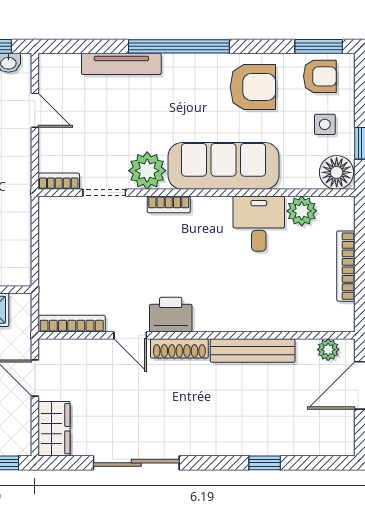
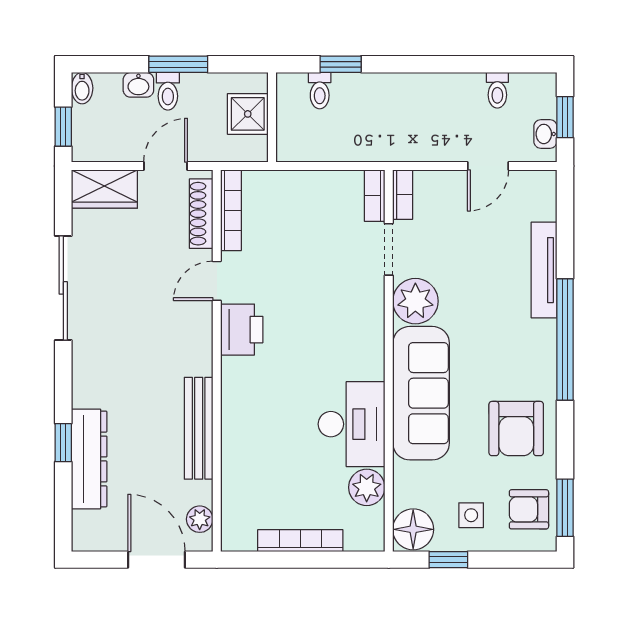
armchair: (320, 76) -> (529, 509), turned 90
bookcase: (169, 204) -> (375, 196), moved
desk: (259, 224) -> (352, 424), width x1.37
shoe rack: (179, 348) -> (201, 214), moved
dresser: (278, 441) -> (89, 459), added

